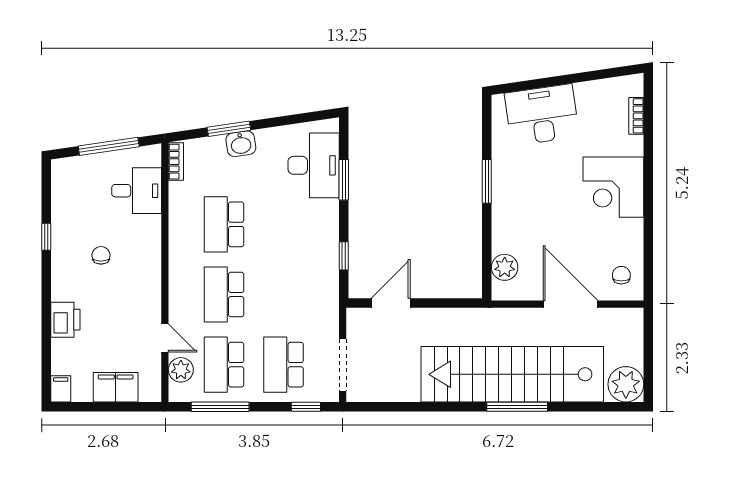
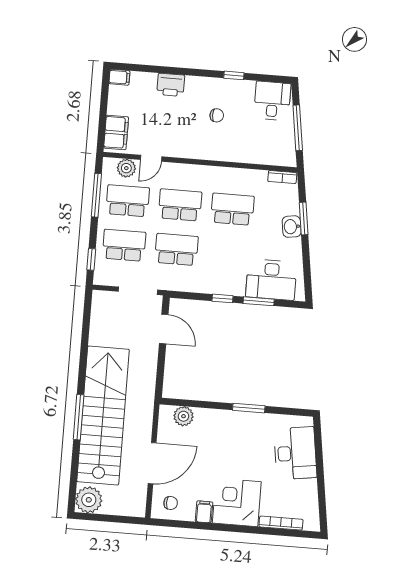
bookcase: (636, 116) -> (281, 523), width x1.56
desk: (137, 191) -> (272, 101), moved, turned 180
filing cabinet: (630, 230) -> (204, 512), added
window: (344, 256) -> (223, 298), moved
school desk: (284, 295) -> (176, 249), added
doorway: (343, 365) -> (138, 291), moved
filing cabinet: (116, 387) -> (116, 132), moved

